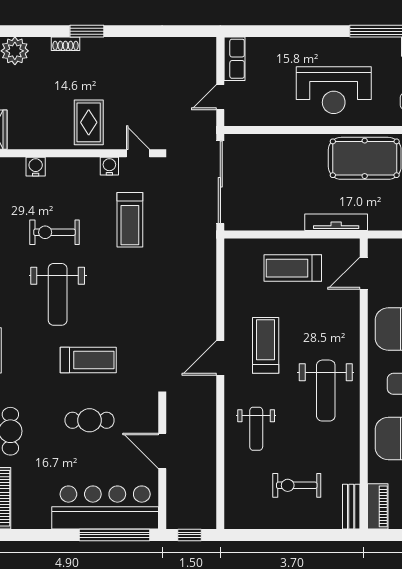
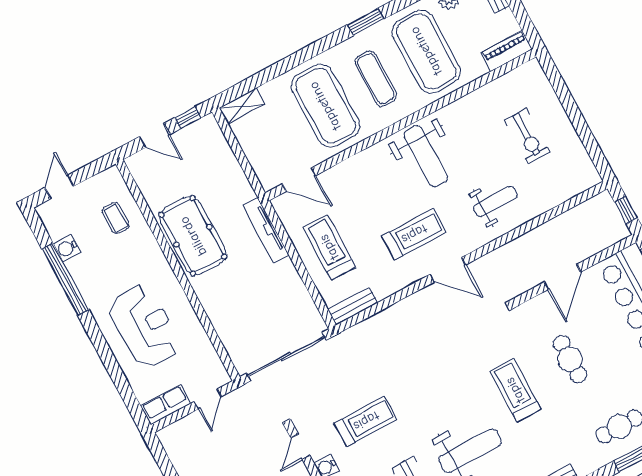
reception desk: (334, 90) -> (144, 326), moved
door: (220, 97) -> (208, 399), hinge flipped
treadmill: (293, 268) -> (329, 247), turned 180
treadmill: (266, 345) -> (414, 234), turned 180
weight bench: (326, 391) -> (426, 156), turned 90
bench: (351, 507) -> (353, 306), moved

